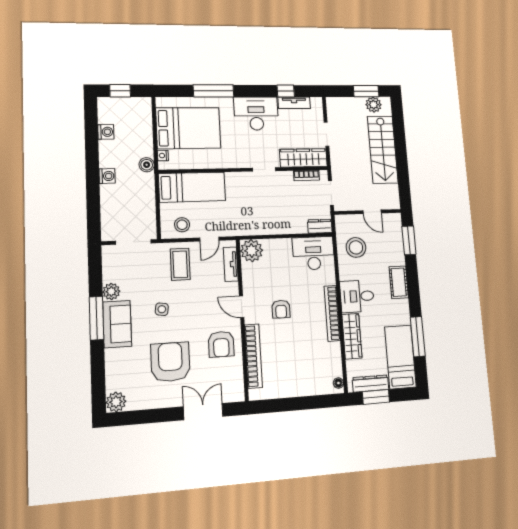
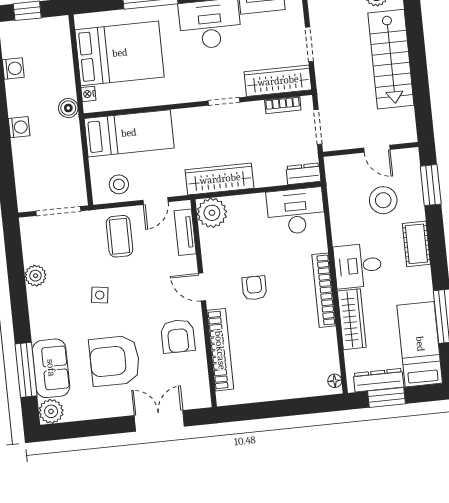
wardrobe: (258, 226) -> (220, 179), added
stool: (356, 247) -> (383, 200), moved
armchair: (281, 309) -> (254, 288), turned 180
window: (96, 318) -> (26, 370), moved
sofa: (117, 324) -> (51, 368), moved
armchair: (170, 362) -> (115, 361), turned -90

